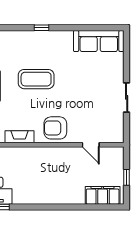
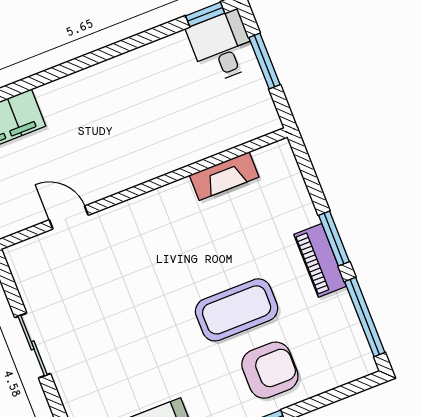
armchair: (55, 128) -> (270, 370), moved

